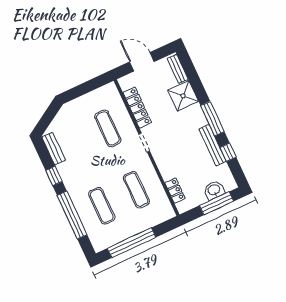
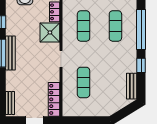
shower: (183, 96) -> (50, 32), moved
locker: (137, 108) -> (54, 99), moved
bench: (213, 145) -> (10, 53), moved

